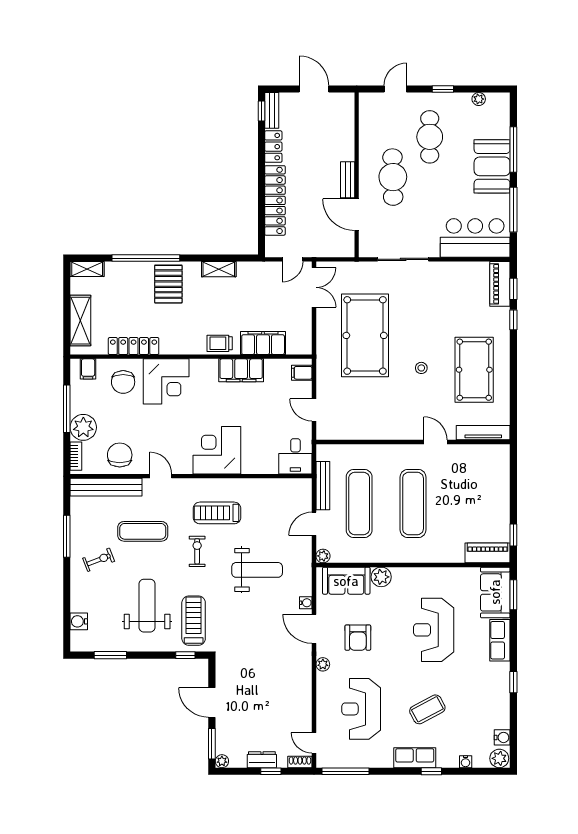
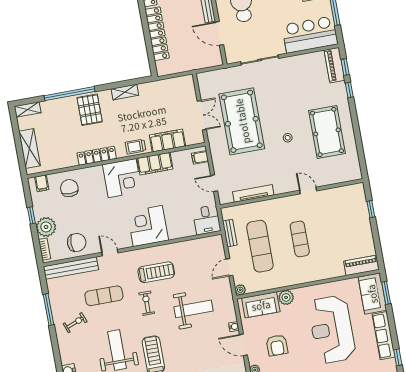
door: (292, 259) -> (178, 75), removed
double door: (314, 287) -> (202, 115), moved
locker: (134, 346) -> (97, 156), moved
corner desk: (166, 381) -> (122, 178), moved
chair: (123, 382) -> (69, 188), turned 180
window: (67, 409) -> (31, 215), width x0.46
tv unit: (483, 433) -> (253, 193), moved
chair: (120, 455) -> (77, 242), turned 90
bench: (323, 486) -> (230, 233), width x0.73
exercise mat: (413, 503) -> (300, 239), width x0.73, depth x0.69
treadmill: (217, 513) -> (156, 272), turned 180
window: (513, 535) -> (371, 209), moved
reception desk: (434, 630) -> (332, 329), width x1.36, depth x1.30
row of seats: (500, 640) -> (384, 336), width x1.48

